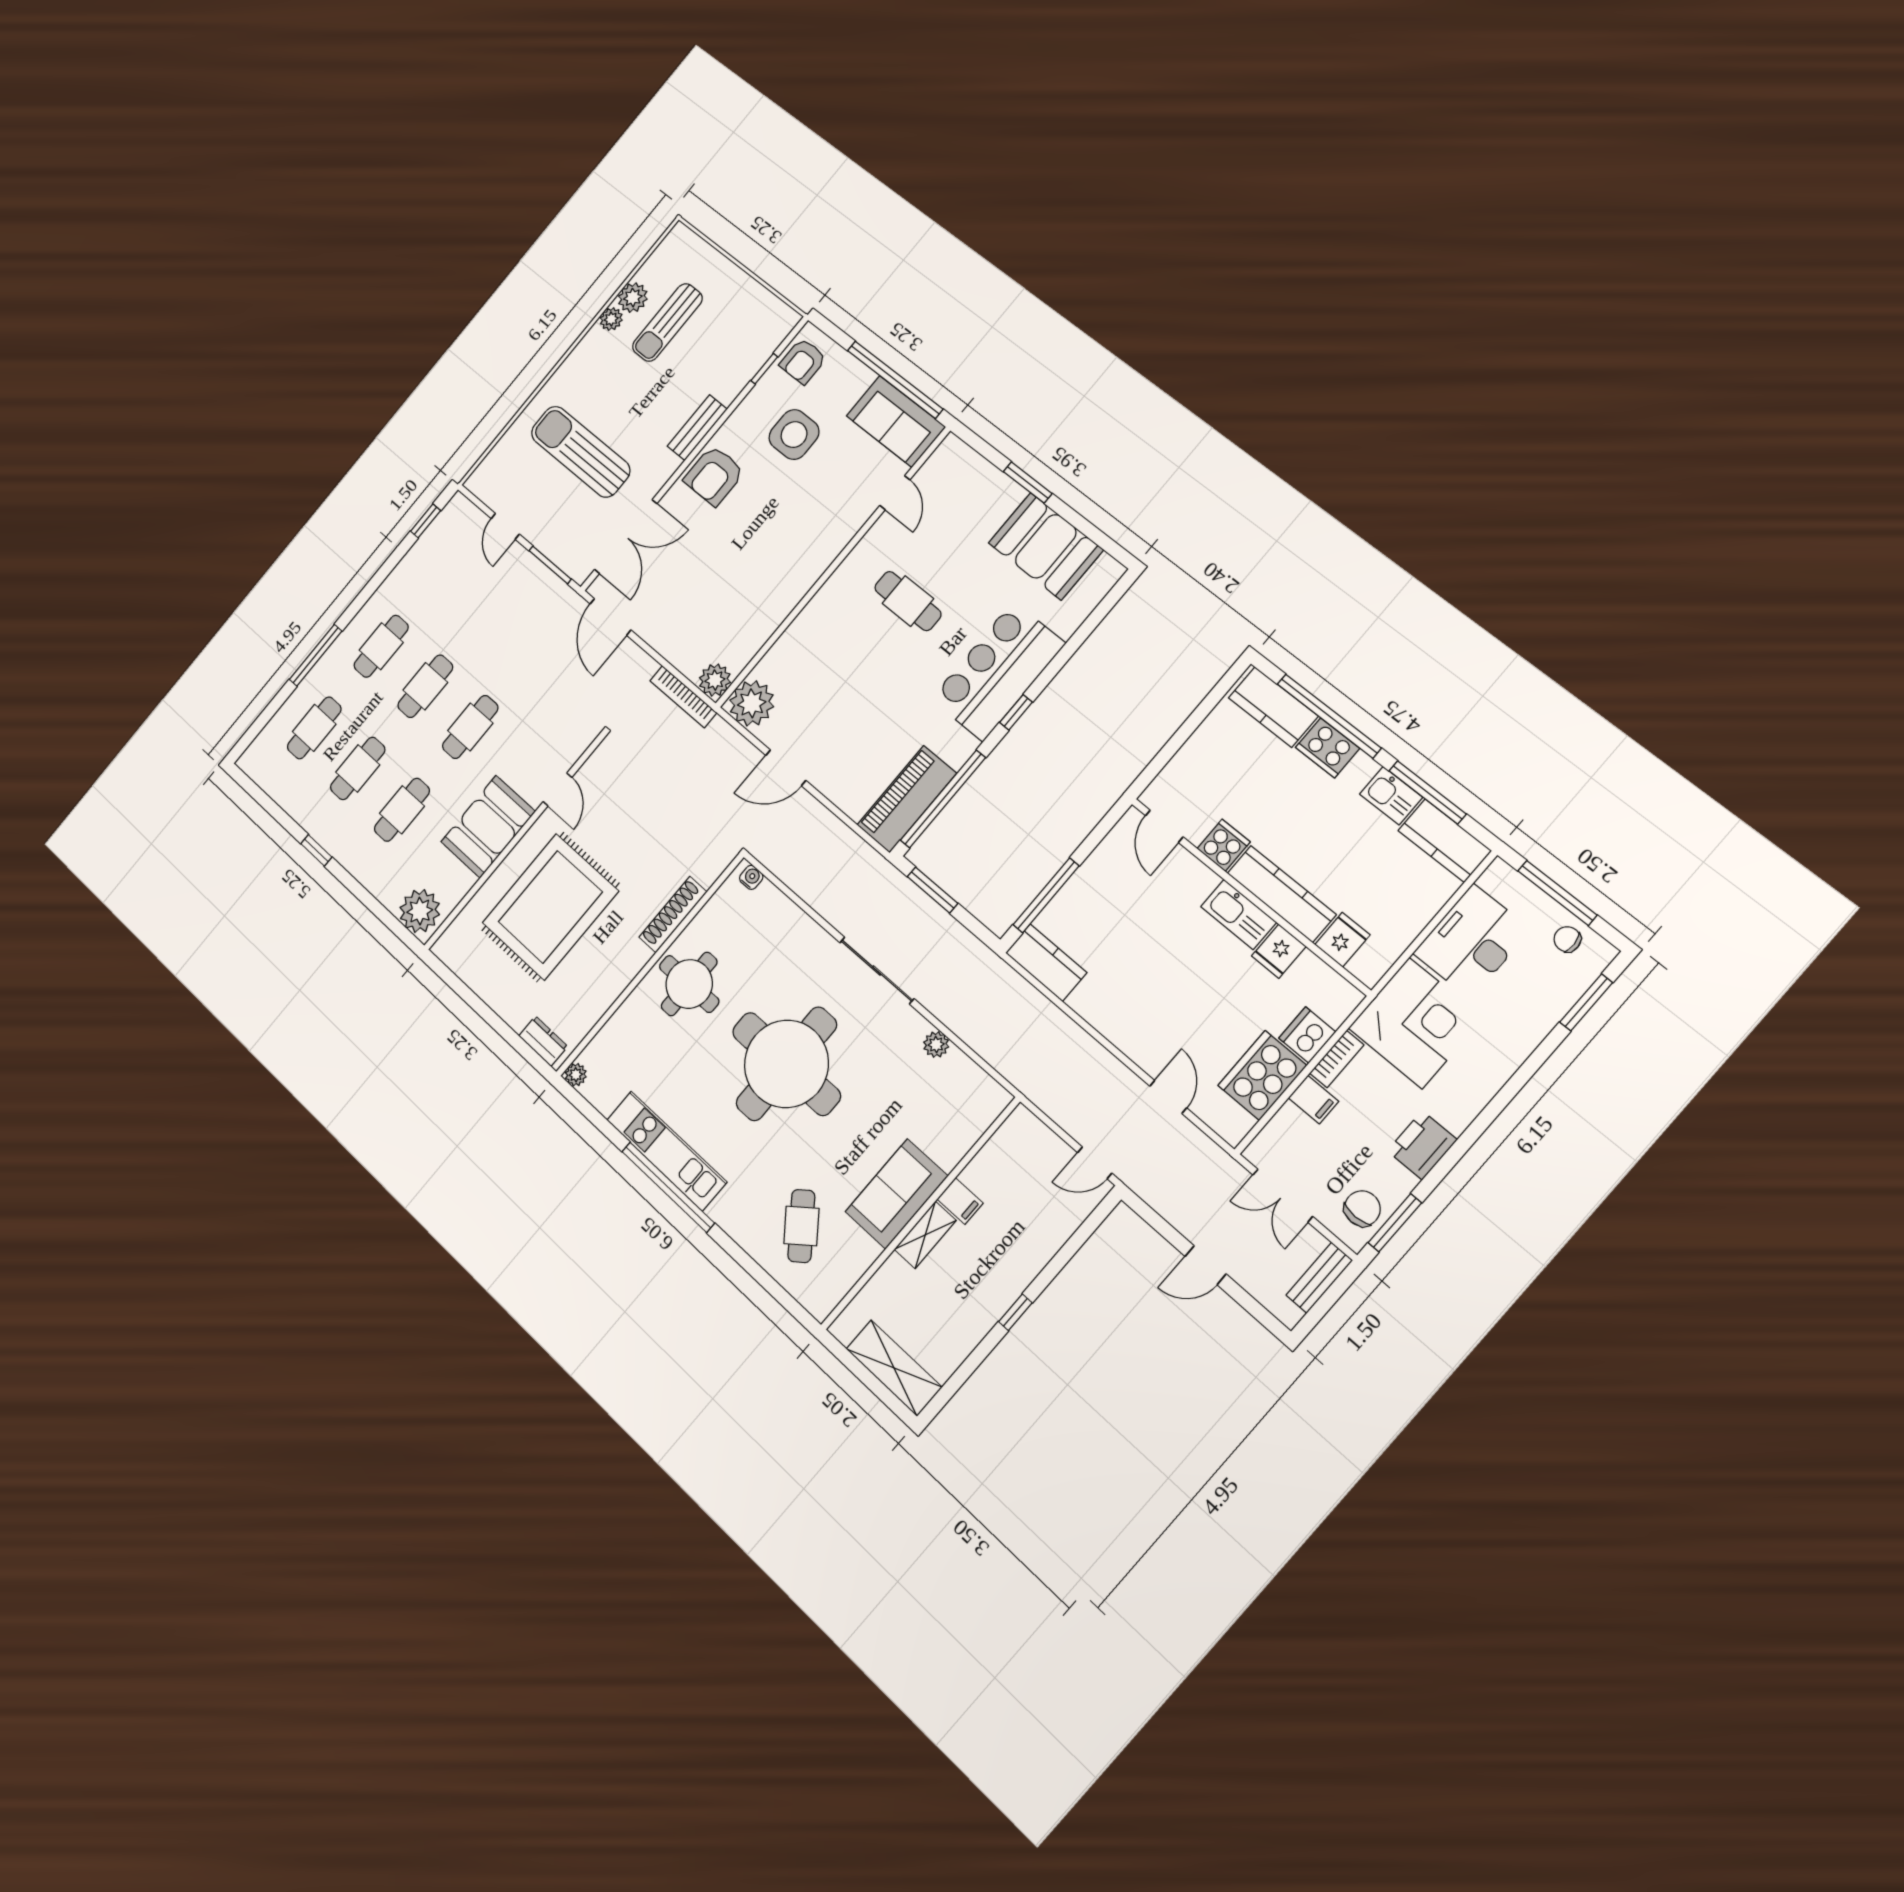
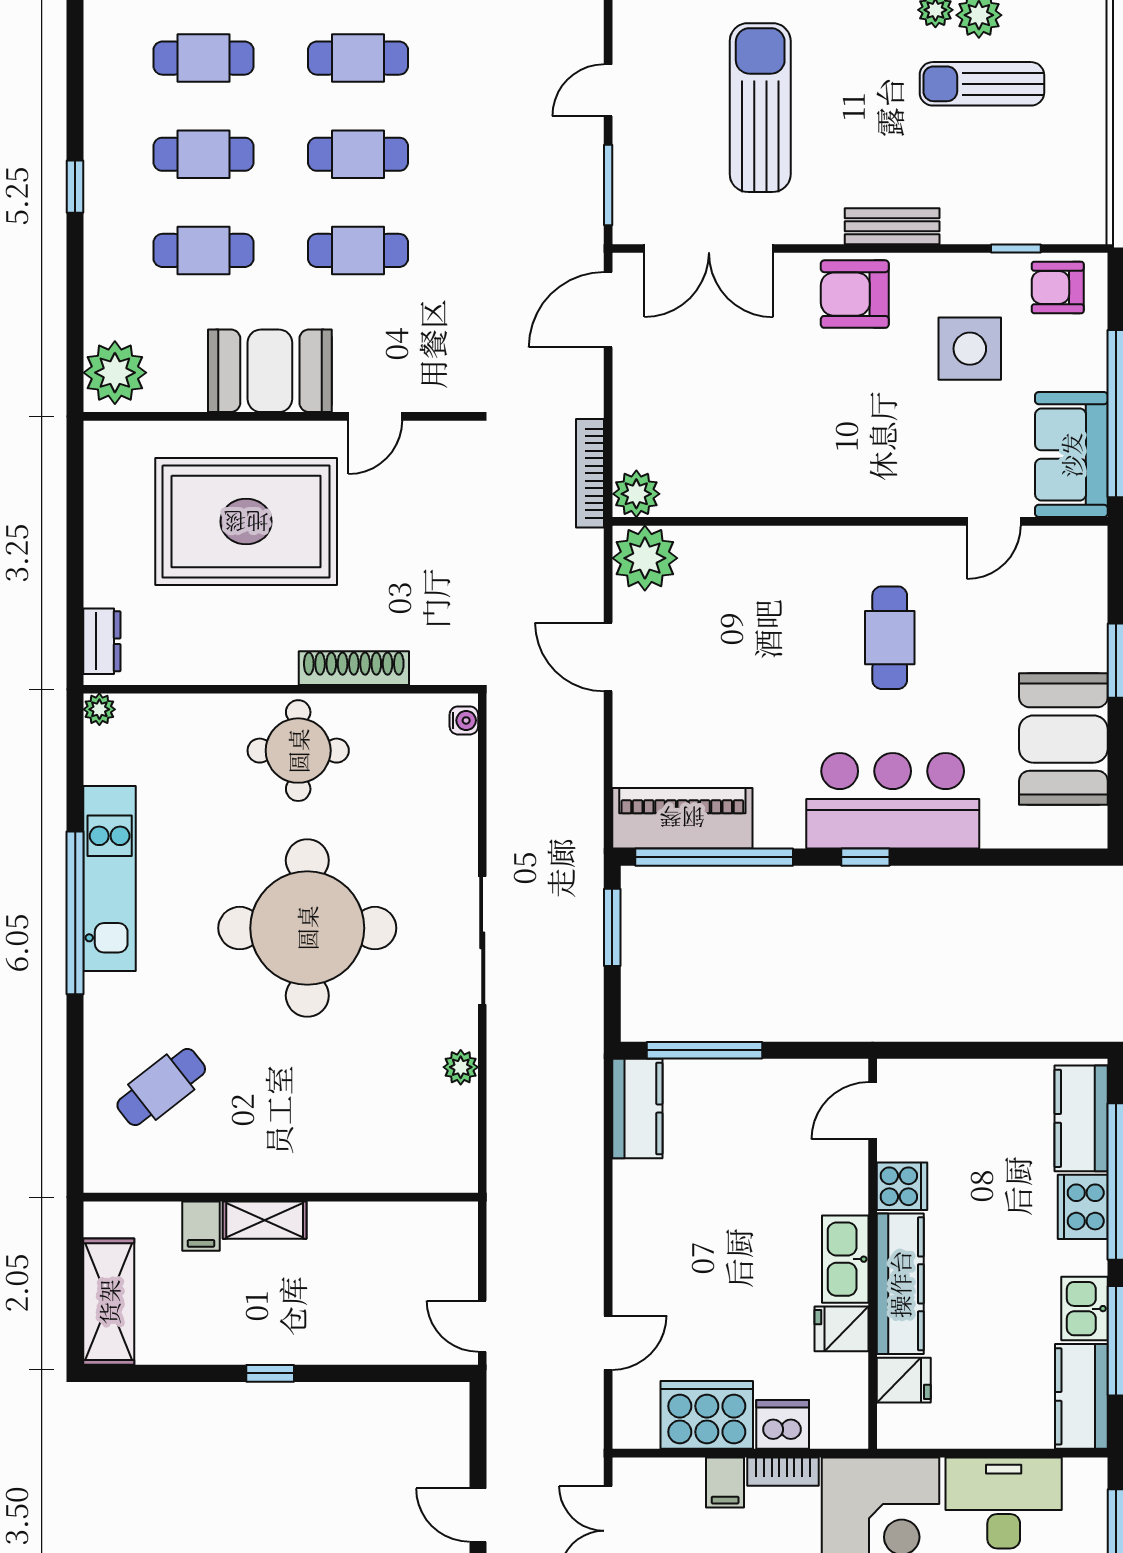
sofa: (897, 1194) -> (279, 1156), removed
filing cabinet: (960, 1201) -> (201, 1226), moved

